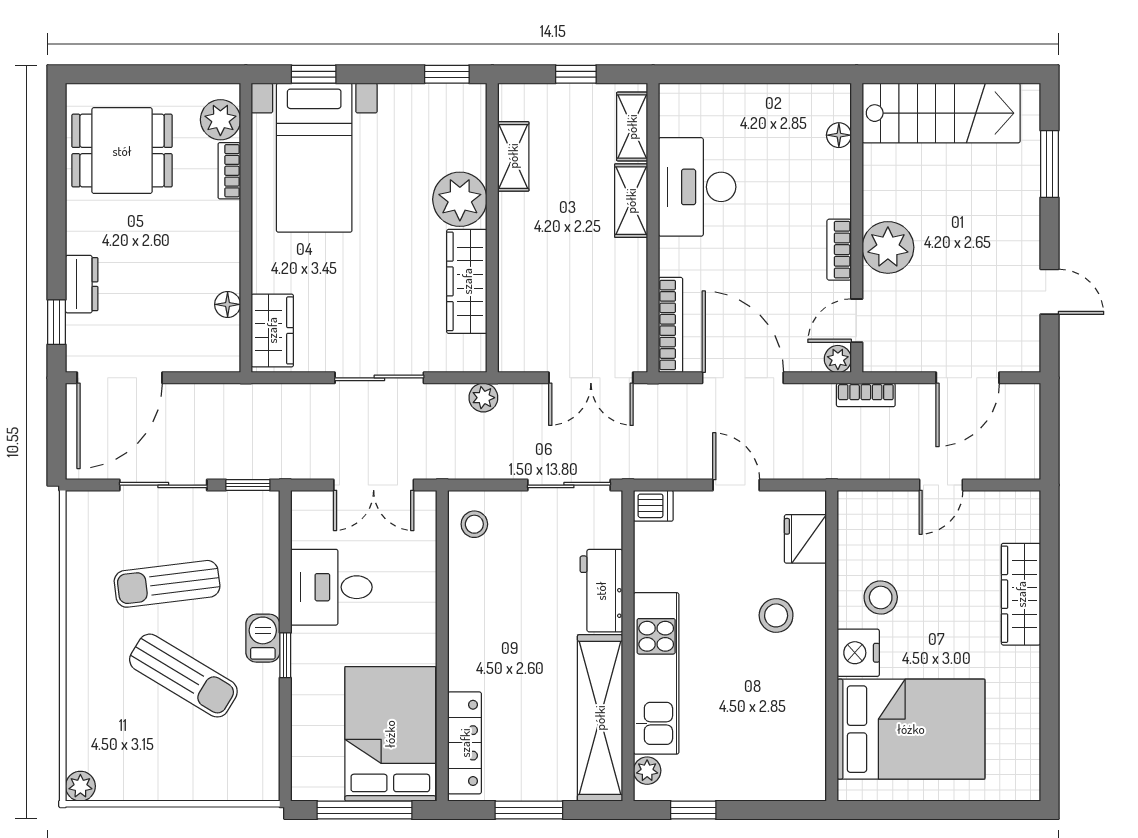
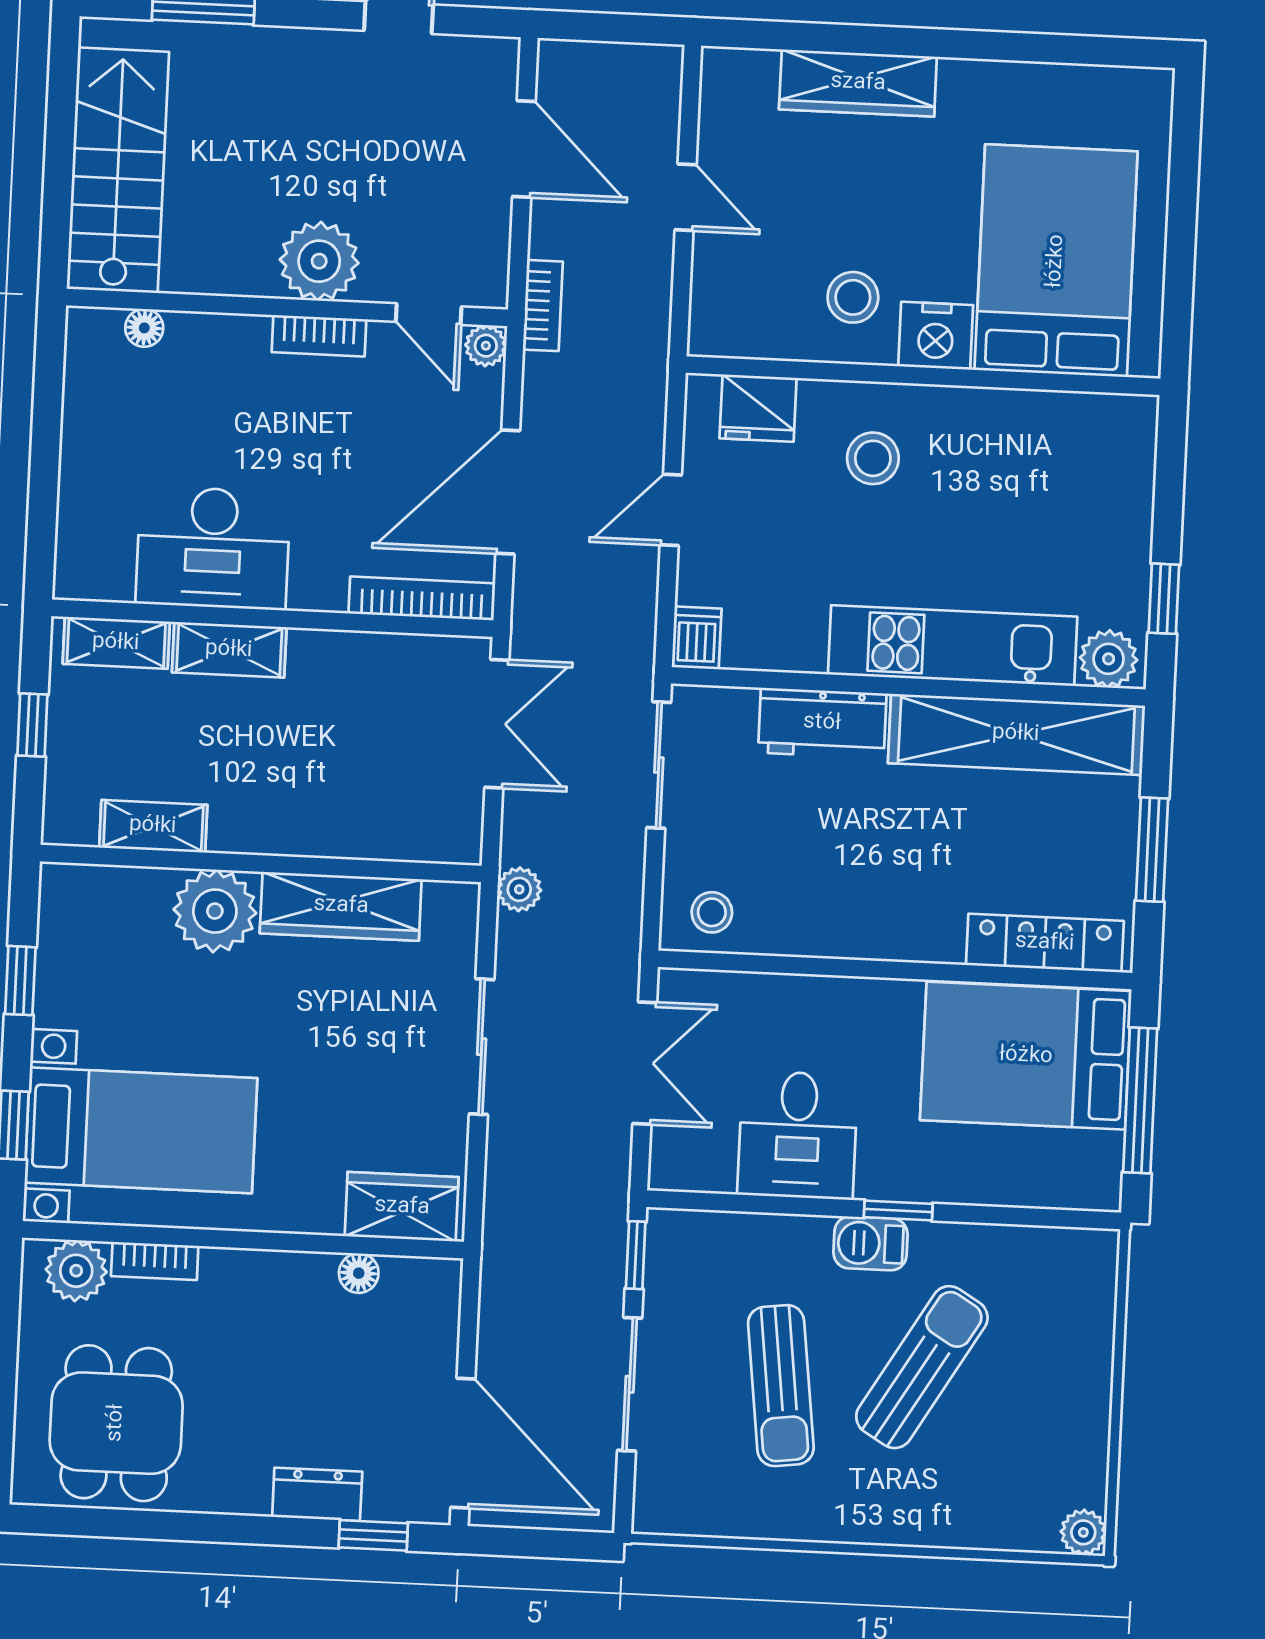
window: (447, 74) -> (20, 981), moved
plant: (647, 771) -> (1109, 659), width x1.38, depth x1.38

